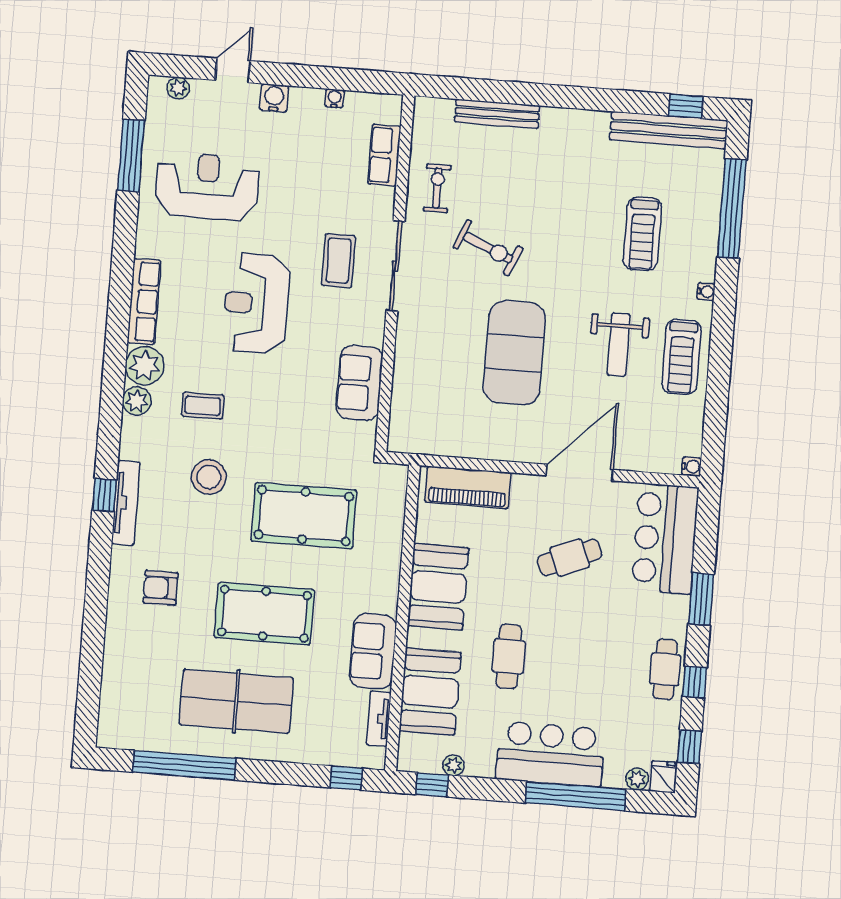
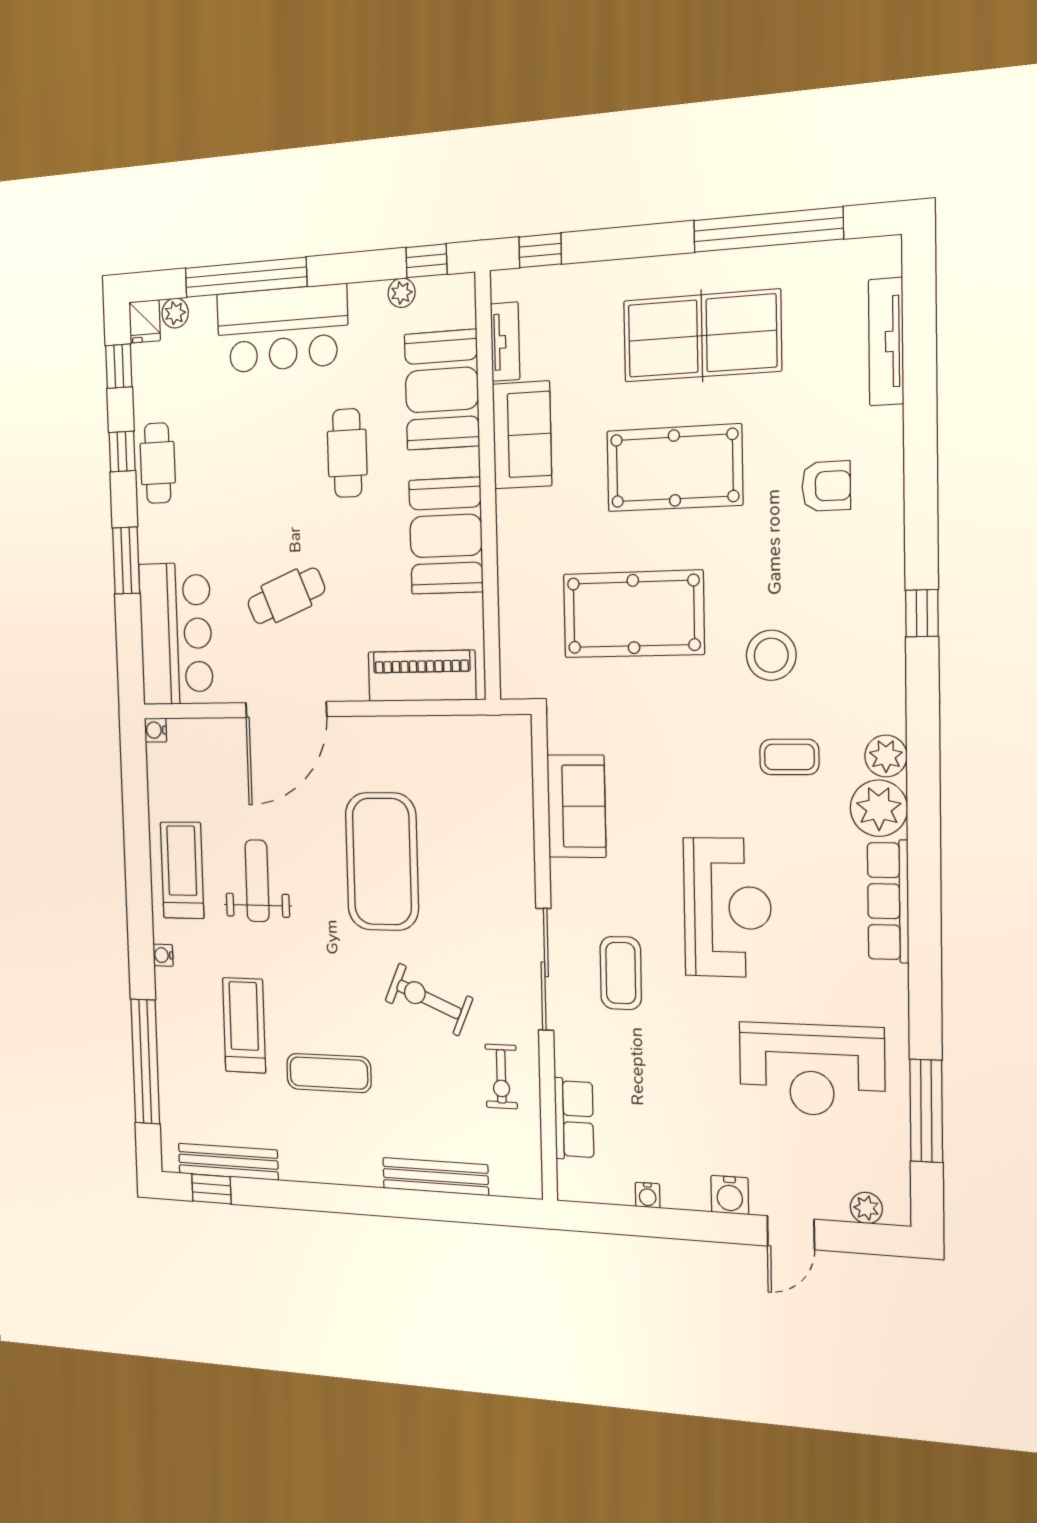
bench: (668, 130) -> (228, 1162), width x0.73, depth x0.82
exercise mat: (575, 195) -> (329, 1073), added
tv unit: (126, 503) -> (886, 342), moved

